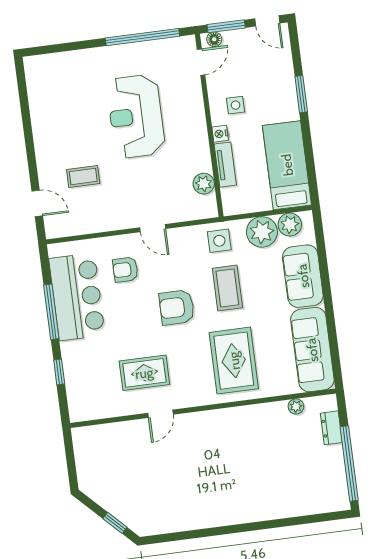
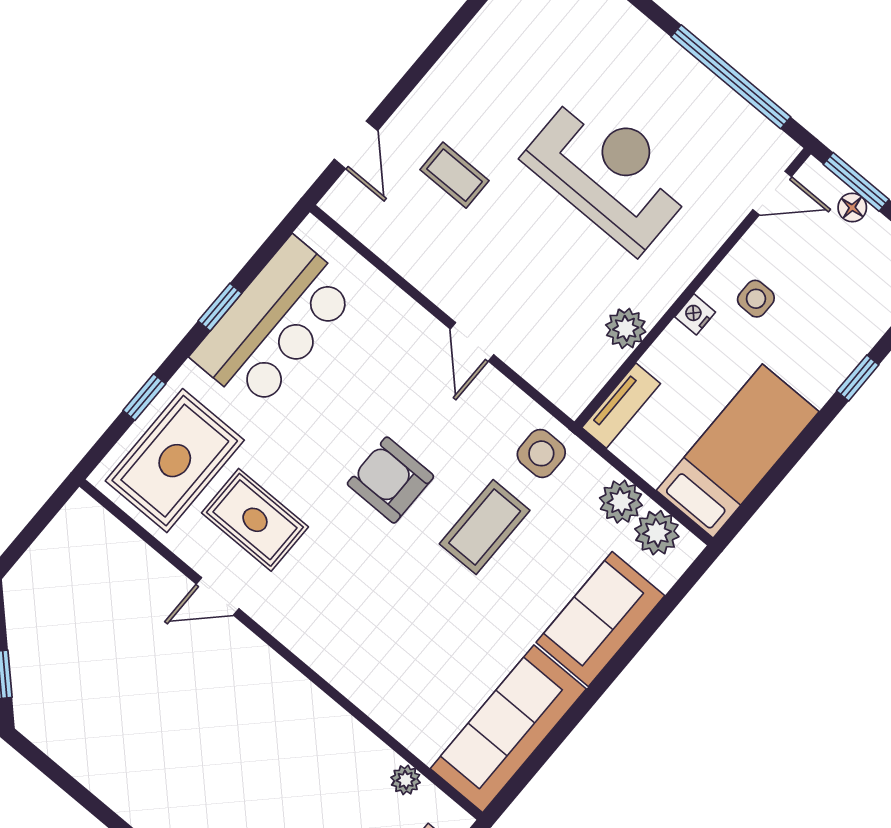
floor lamp: (214, 39) -> (852, 208), moved
window: (301, 94) -> (858, 378), width x0.67
reception desk: (136, 116) -> (609, 171), turned 90
tv unit: (225, 165) -> (621, 406), moved
plant: (204, 184) -> (626, 328), moved
plant: (262, 232) -> (621, 502), width x0.73, depth x0.73
armchair: (125, 270) -> (377, 357), removed
window: (51, 312) -> (220, 307), width x0.46
rug: (234, 361) -> (175, 461), moved

